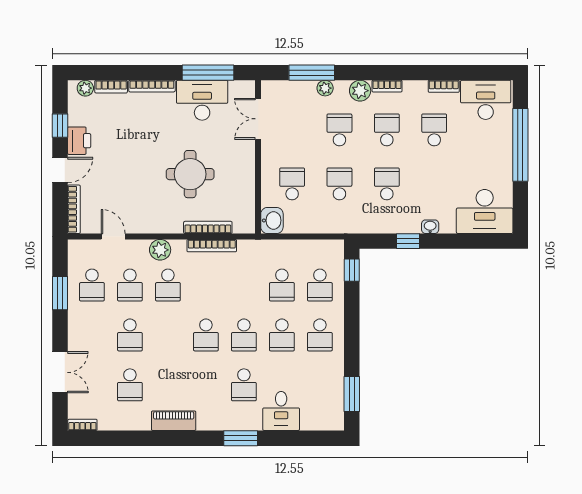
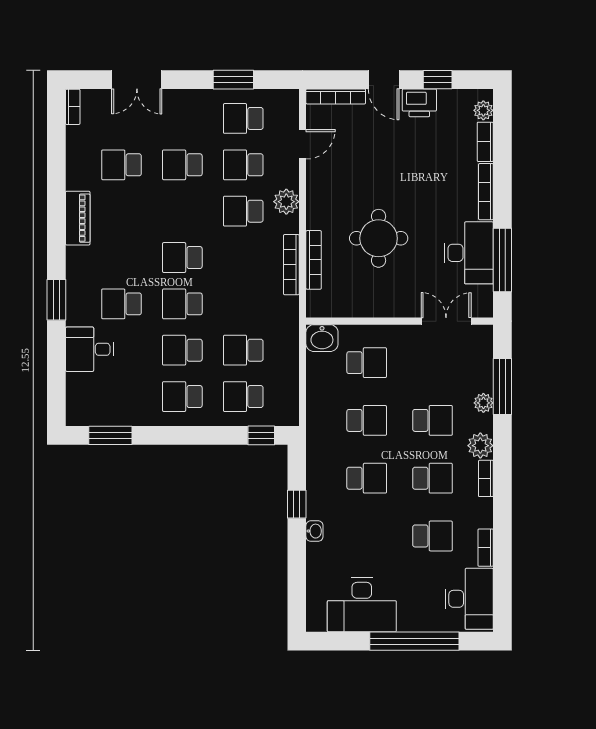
desk: (485, 211) -> (362, 605), moved, turned -90

